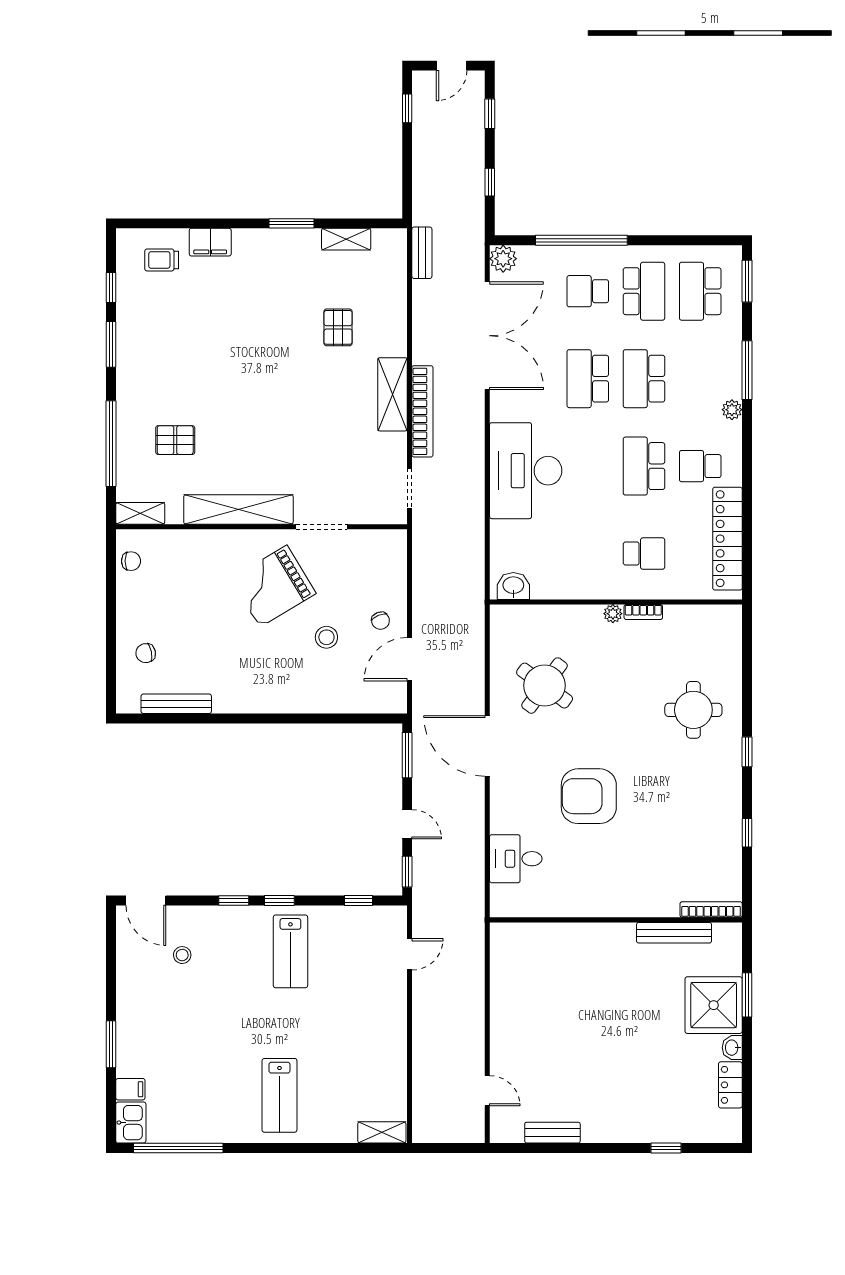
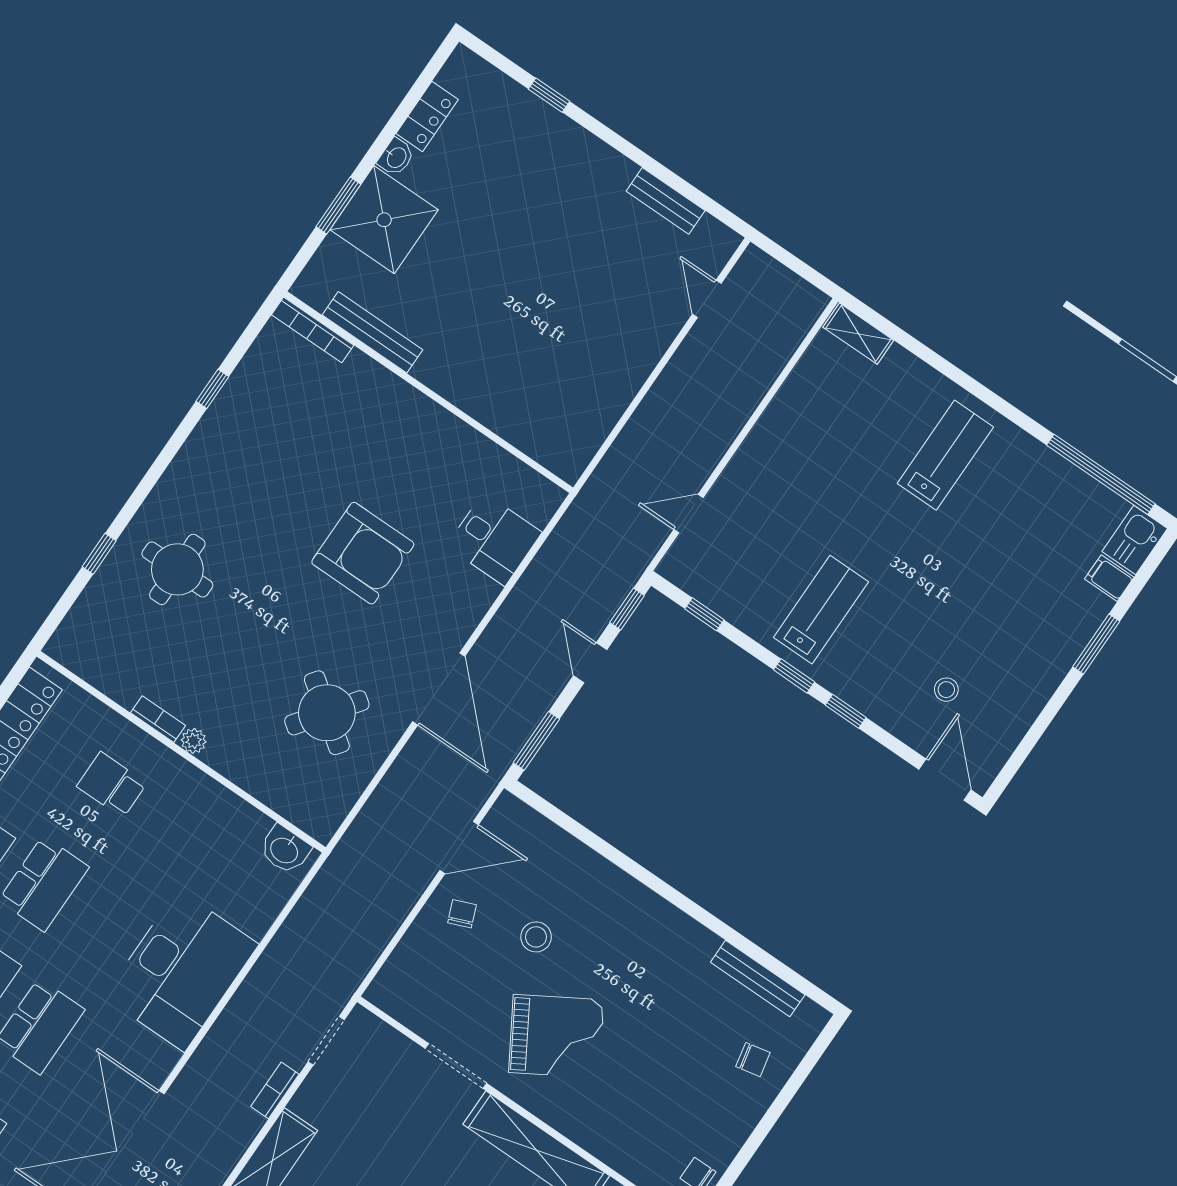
bookcase: (422, 411) -> (275, 1090), width x0.43, depth x0.76
window: (747, 752) -> (99, 554), moved

